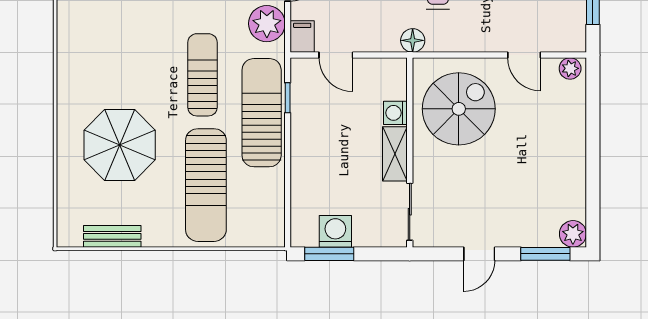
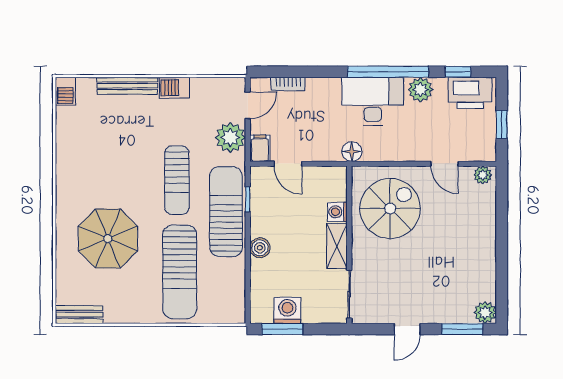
sun lounger: (203, 75) -> (177, 180), turned 180
boiler: (302, 156) -> (260, 248), added
bench: (112, 236) -> (79, 315), moved

